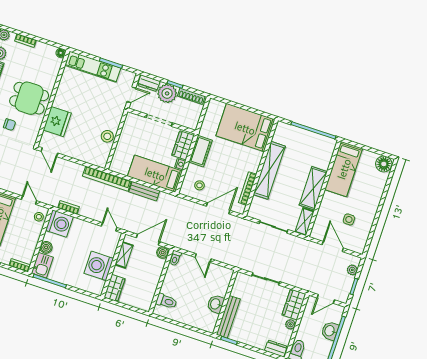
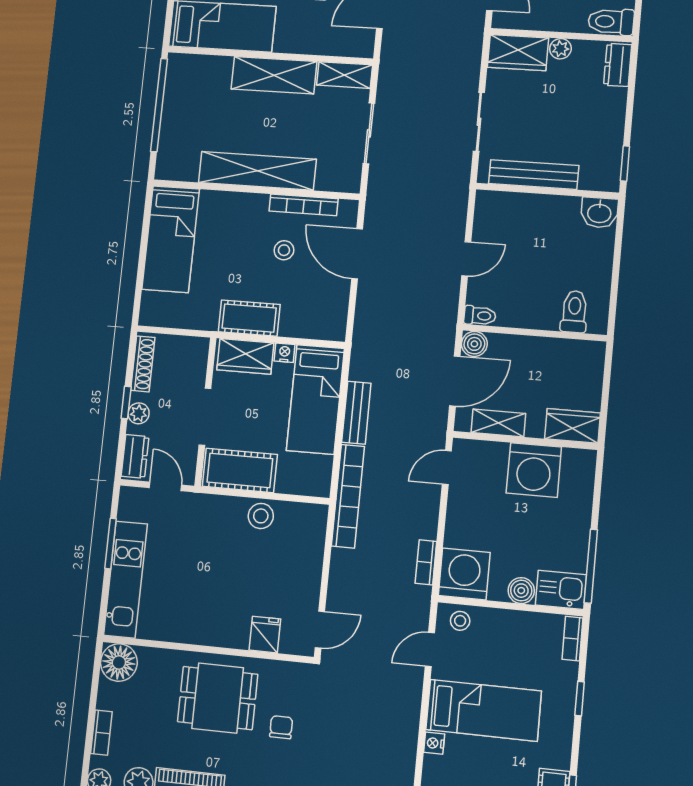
floor lamp: (61, 53) -> (119, 662), width x1.89, depth x1.89
plant: (167, 93) -> (139, 413), width x0.53, depth x0.53
dining table: (29, 98) -> (218, 698), turned 90
fridge: (57, 122) -> (265, 635), width x0.53, depth x0.75
bed: (245, 128) -> (171, 239), width x0.67
cot: (131, 131) -> (240, 470), added
stool: (199, 185) -> (284, 250), moved
door: (148, 240) -> (455, 381), swing flipped
washbasin: (216, 304) -> (599, 213), moved
bench: (228, 317) -> (534, 175), moved

